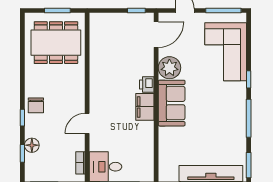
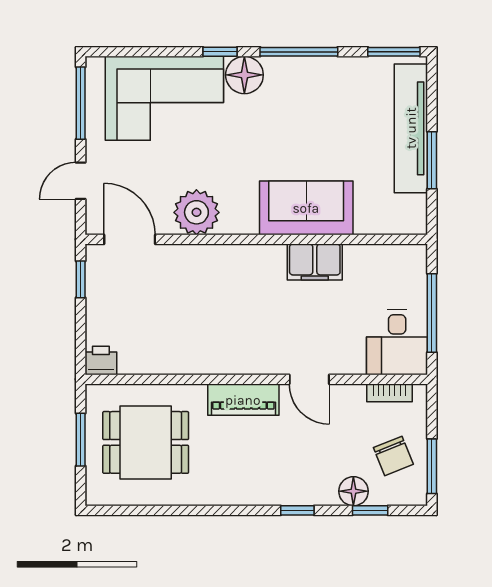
dining table: (56, 43) -> (146, 442), width x0.73
printer: (147, 85) -> (101, 360), moved, turned 180
piano: (77, 91) -> (243, 400), added
floor lamp: (237, 91) -> (244, 75), added
sofa: (172, 103) -> (306, 208), moved
chair: (36, 105) -> (393, 456), moved, turned 68
filing cabinet: (145, 107) -> (315, 262), moved

